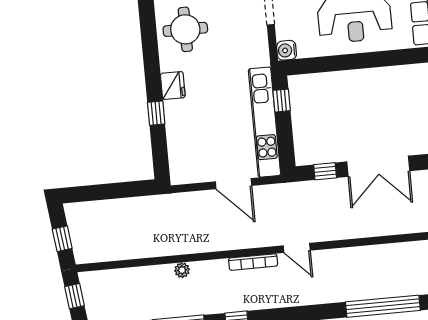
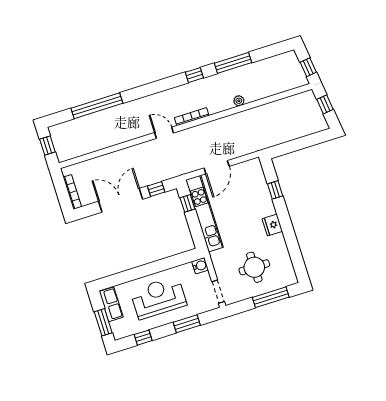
round table: (185, 29) -> (254, 267), moved
window: (282, 101) -> (187, 203), moved
window: (156, 113) -> (275, 190), moved
door: (234, 184) -> (217, 167), swing flipped

